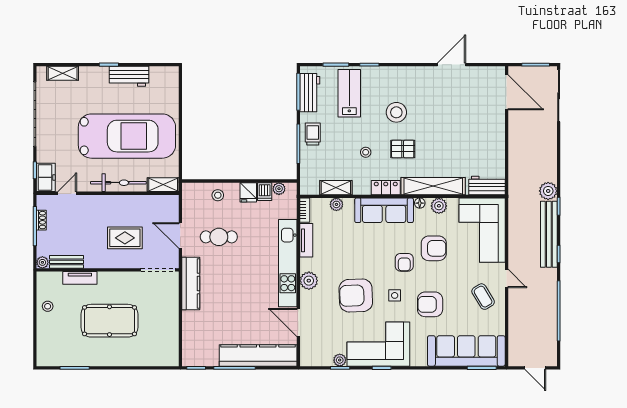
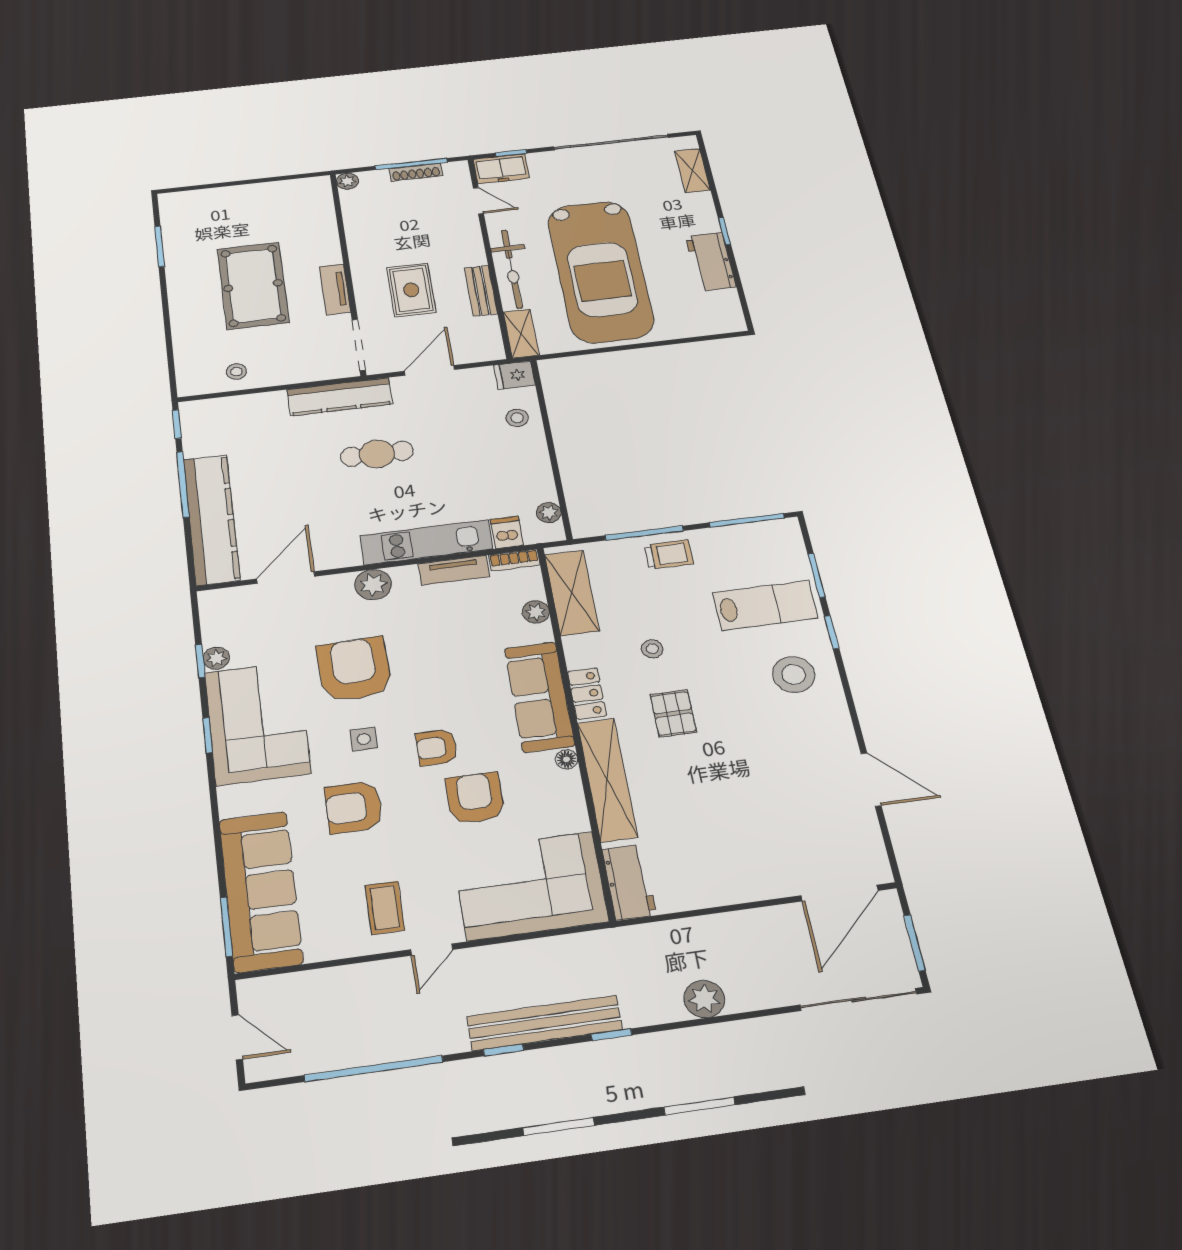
workbench: (310, 93) -> (750, 539), removed
stool: (396, 112) -> (794, 674), moved
shelving: (336, 188) -> (572, 593), width x1.50, depth x1.33
plant: (548, 191) -> (704, 999), moved
fridge: (248, 192) -> (515, 375), moved
dishwasher: (265, 192) -> (507, 532), moved, turned 90
plant: (439, 206) -> (568, 796), removed
shoe rack: (41, 220) -> (416, 172), width x1.43
cafe table: (219, 237) -> (377, 454), moved, turned 90
armchair: (434, 248) -> (475, 798), turned 180
bench: (67, 262) -> (481, 291), moved
kitchen unit: (288, 263) -> (427, 542), width x0.73
tv unit: (80, 278) -> (335, 289), moved
coffee table: (483, 297) -> (385, 908), turned -59
armchair: (430, 304) -> (354, 807), turned -90
stool: (48, 306) -> (236, 371), moved
door: (535, 368) -> (237, 1037), swing flipped

